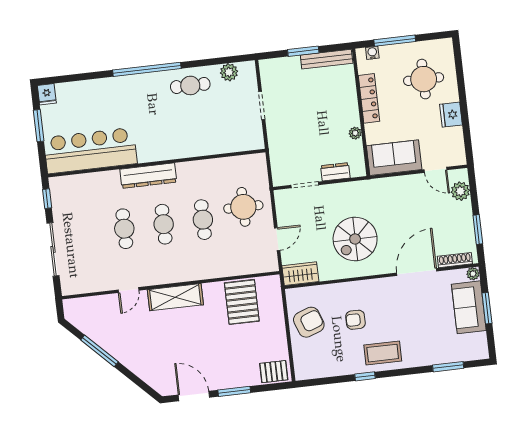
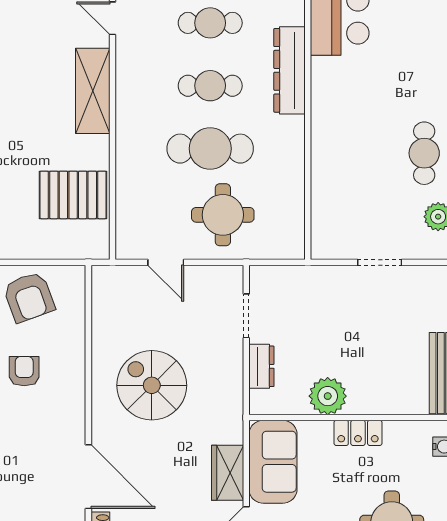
locker: (369, 98) -> (358, 433), width x0.66
plant: (355, 133) -> (328, 396), width x1.88, depth x1.88
cafe table: (203, 220) -> (210, 149), width x1.37, depth x1.35
wardrobe: (300, 274) -> (228, 473), moved, turned 180

